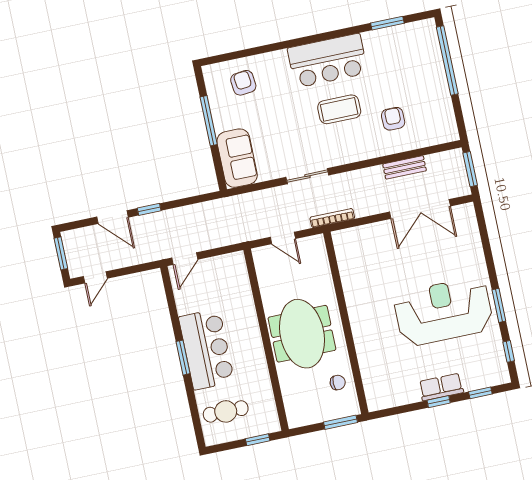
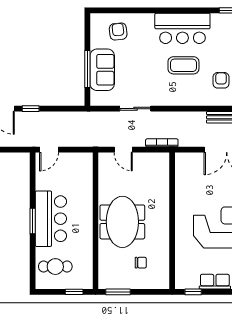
window: (209, 121) -> (87, 69), moved
sofa: (237, 158) -> (102, 70), moved
sliding door: (307, 176) -> (135, 109), moved
wall: (346, 323) -> (172, 221), moved
window: (439, 402) -> (193, 292), moved
window: (340, 422) -> (118, 292), moved

